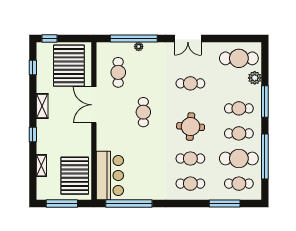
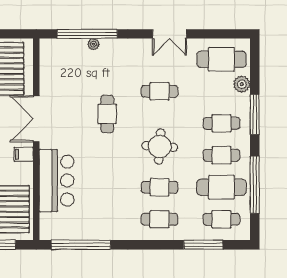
double door: (188, 38) -> (170, 34), moved
cafe table: (118, 72) -> (67, 77), removed
cafe table: (143, 112) -> (107, 114), moved
filing cabinet: (84, 133) -> (24, 154), added
bar counter: (110, 175) -> (57, 181), moved

